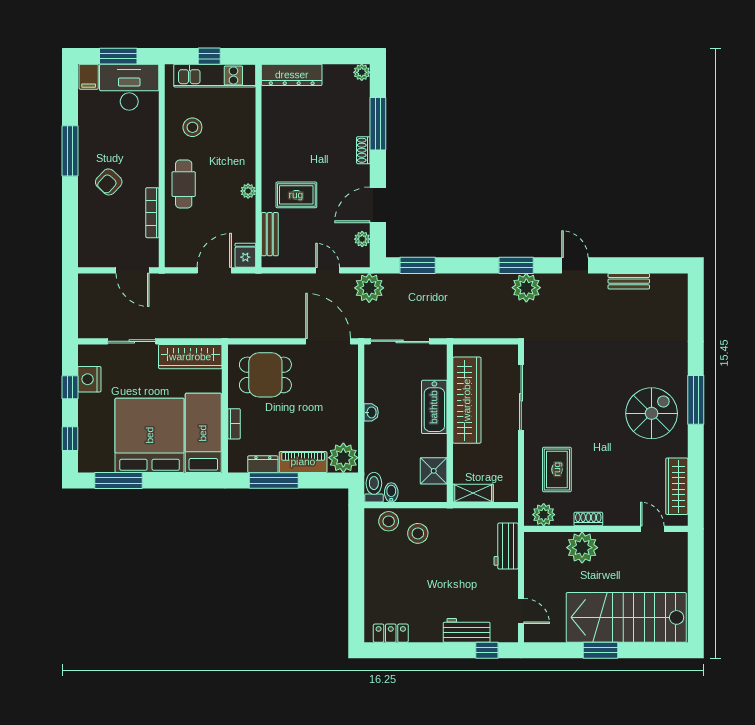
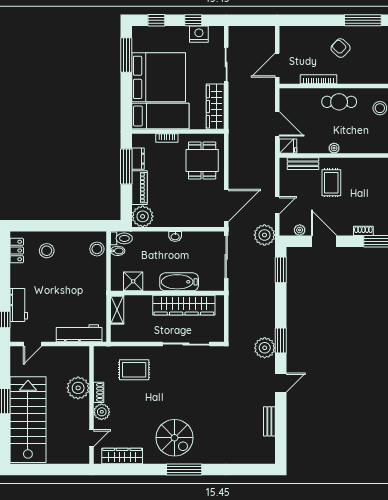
plant: (544, 515) -> (102, 412), moved
stool: (418, 533) -> (47, 251), moved
workbench: (506, 546) -> (79, 333), width x1.38

